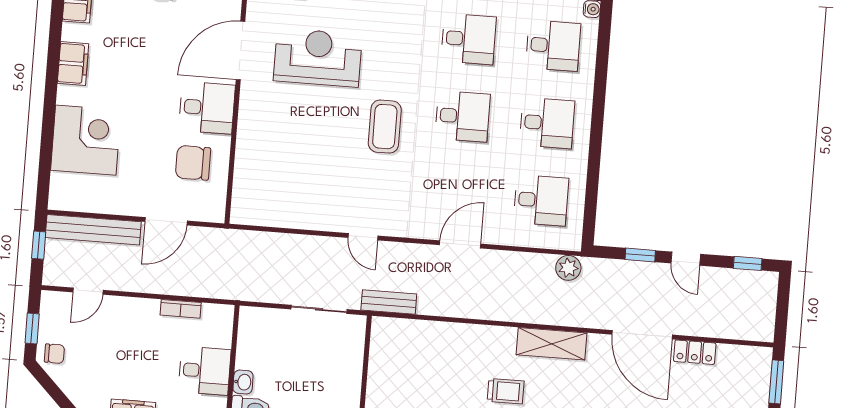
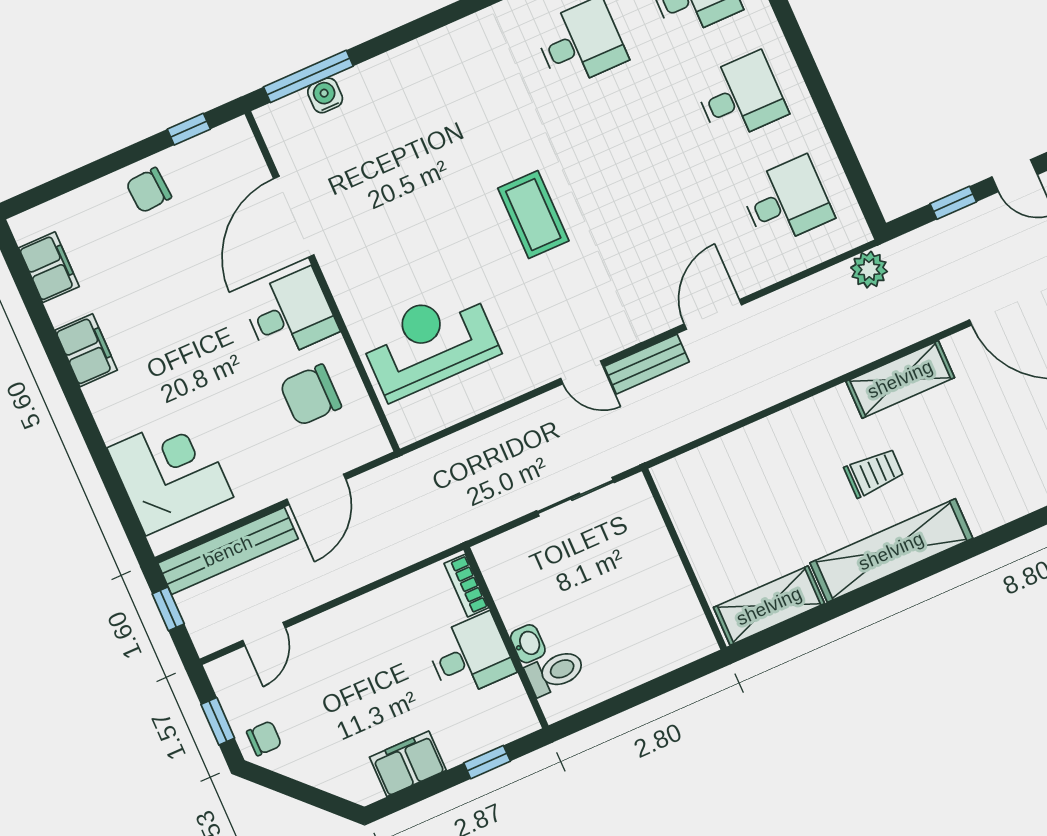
reception desk: (318, 58) -> (429, 343), moved
desk: (462, 116) -> (627, 147), removed
corner desk: (86, 140) -> (170, 473), moved
bench: (389, 302) -> (647, 364), moved
bookcase: (181, 309) -> (466, 586), moved, turned 90

